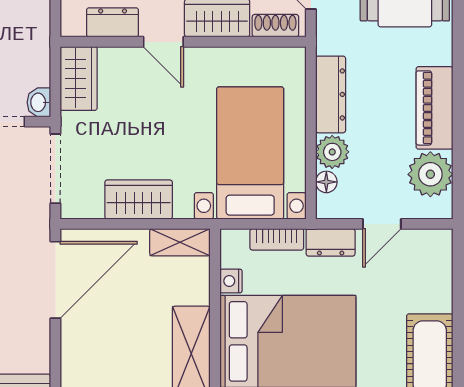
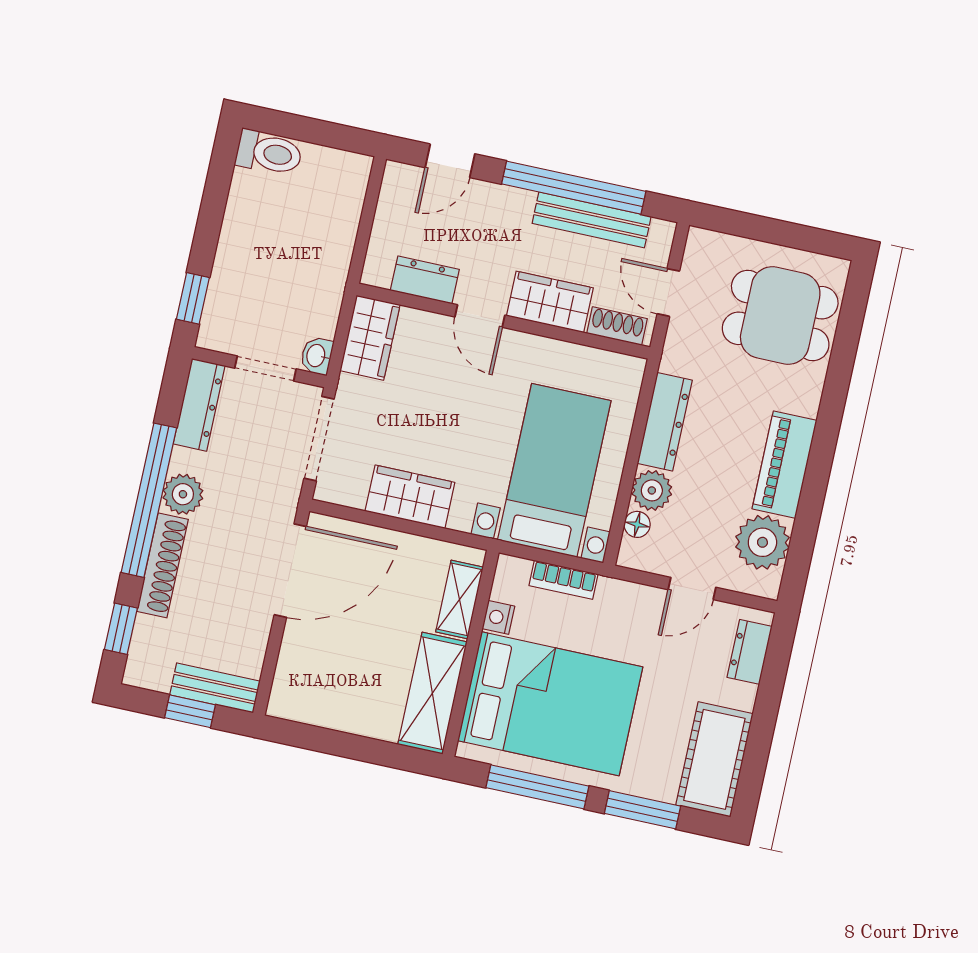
shelving: (180, 242) -> (460, 599), moved, turned 90
dresser: (331, 242) -> (750, 652), moved, turned 90

